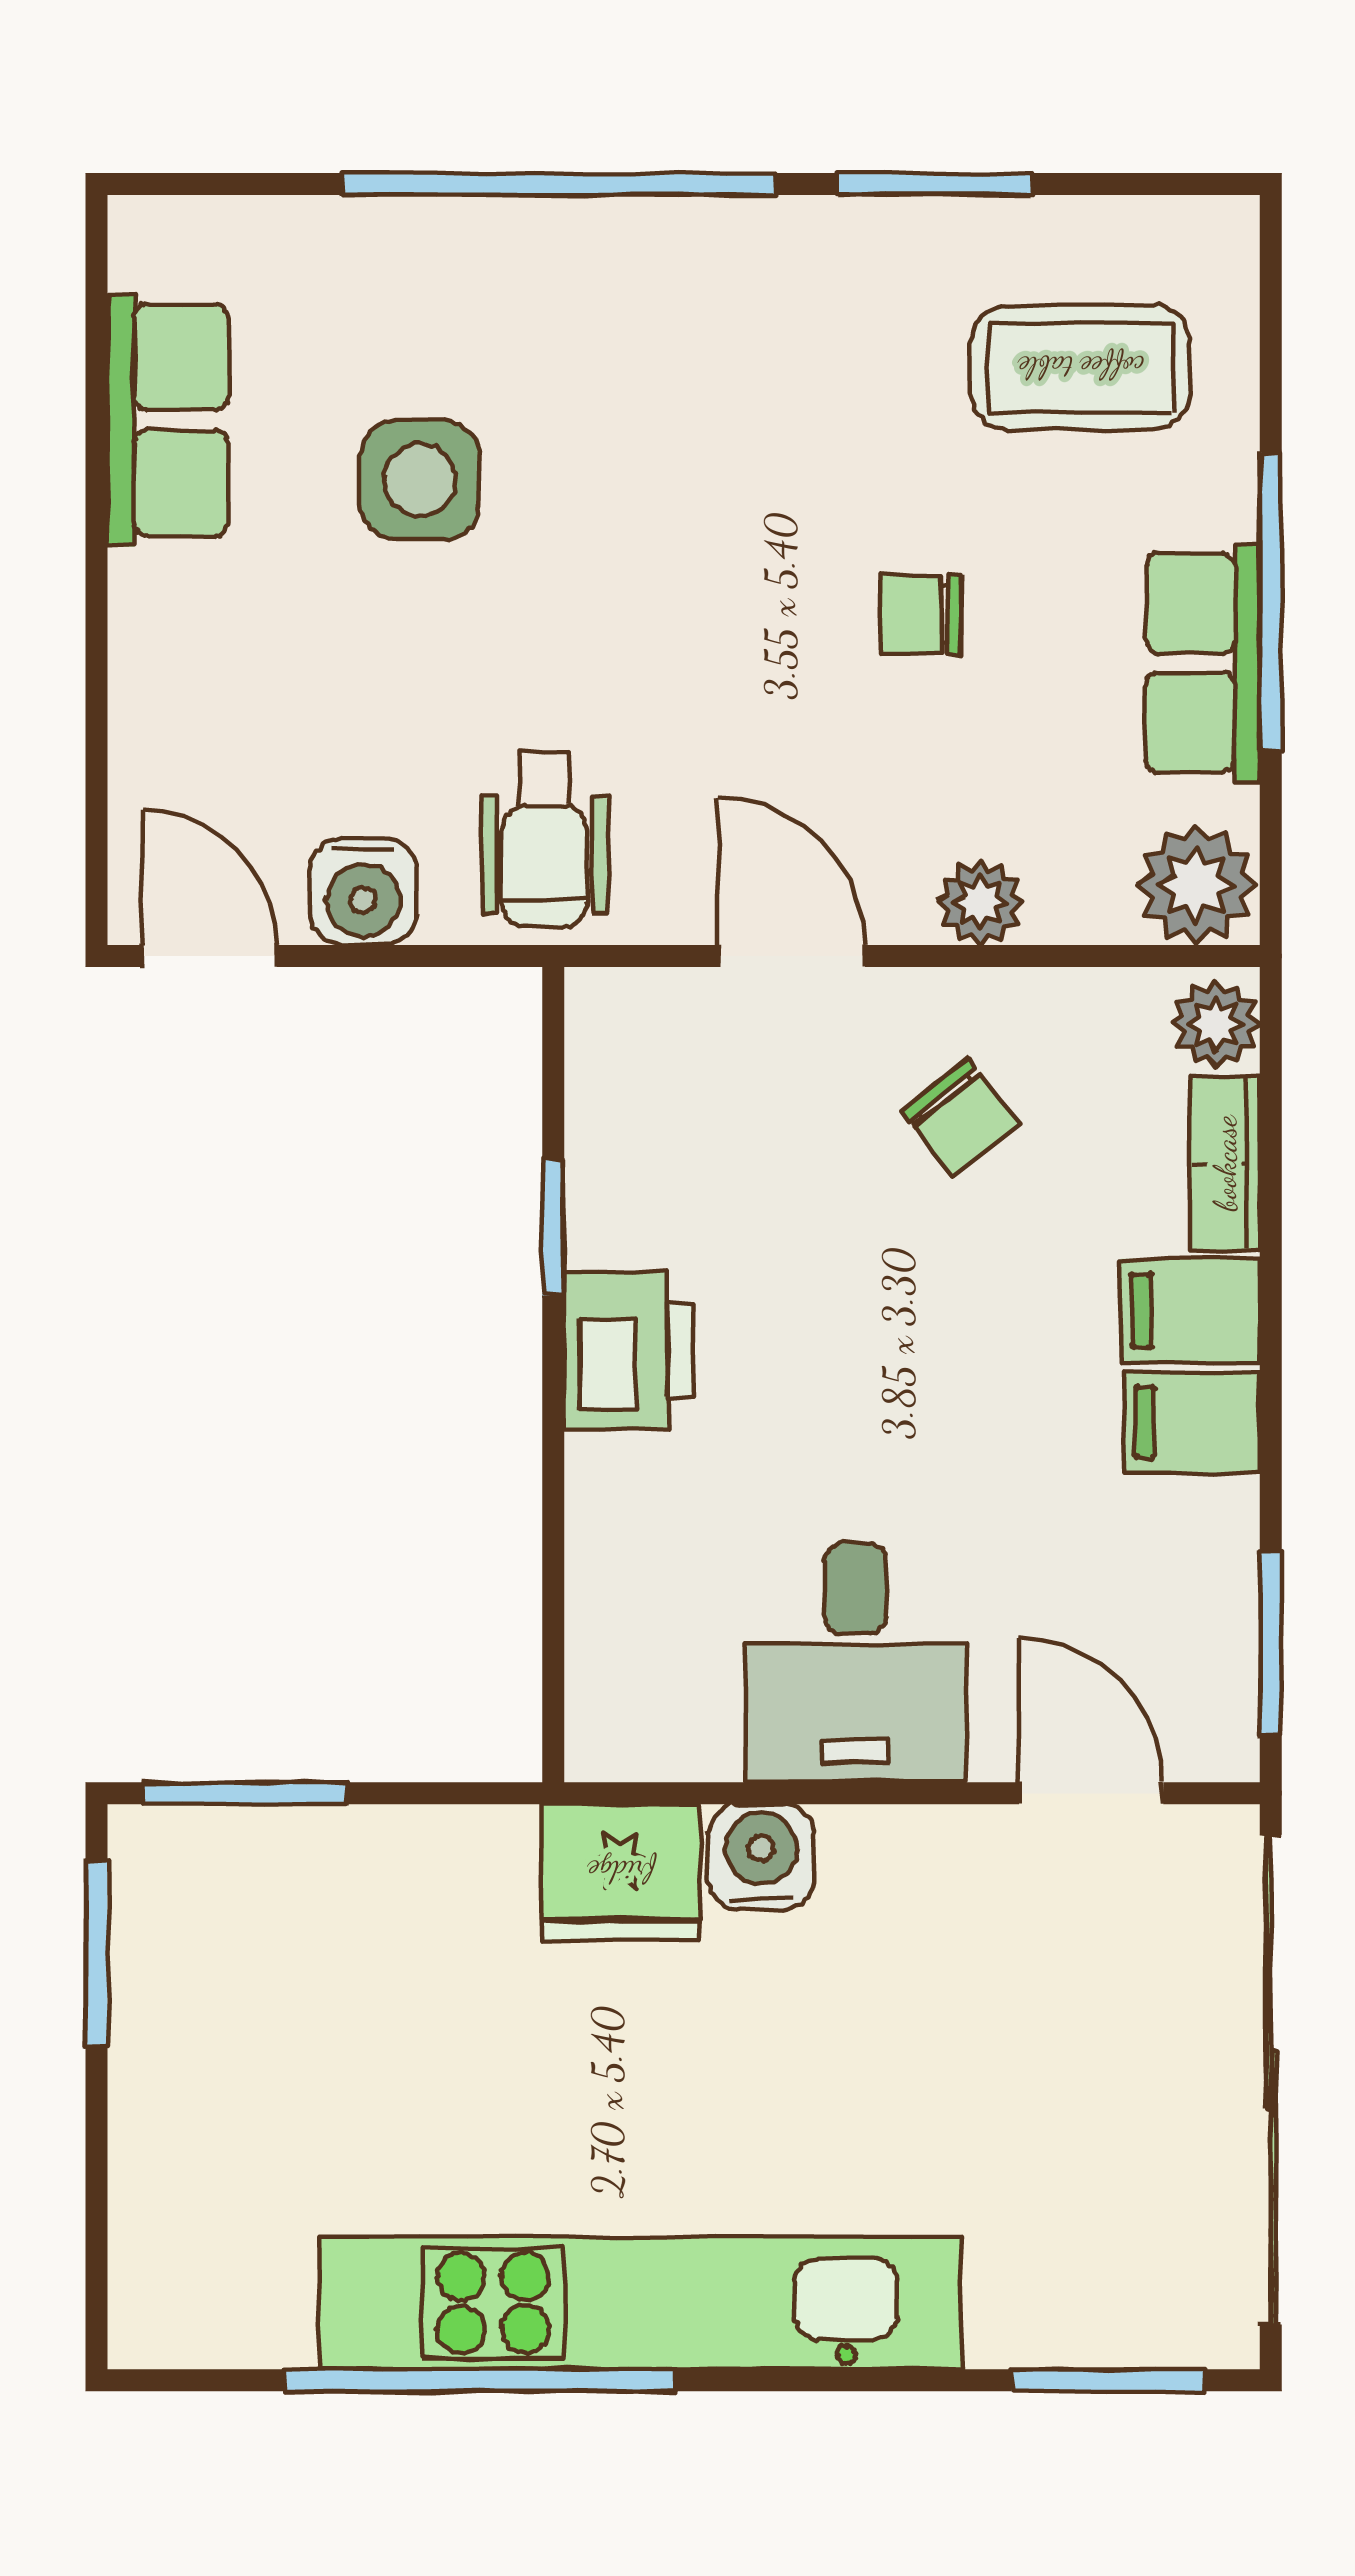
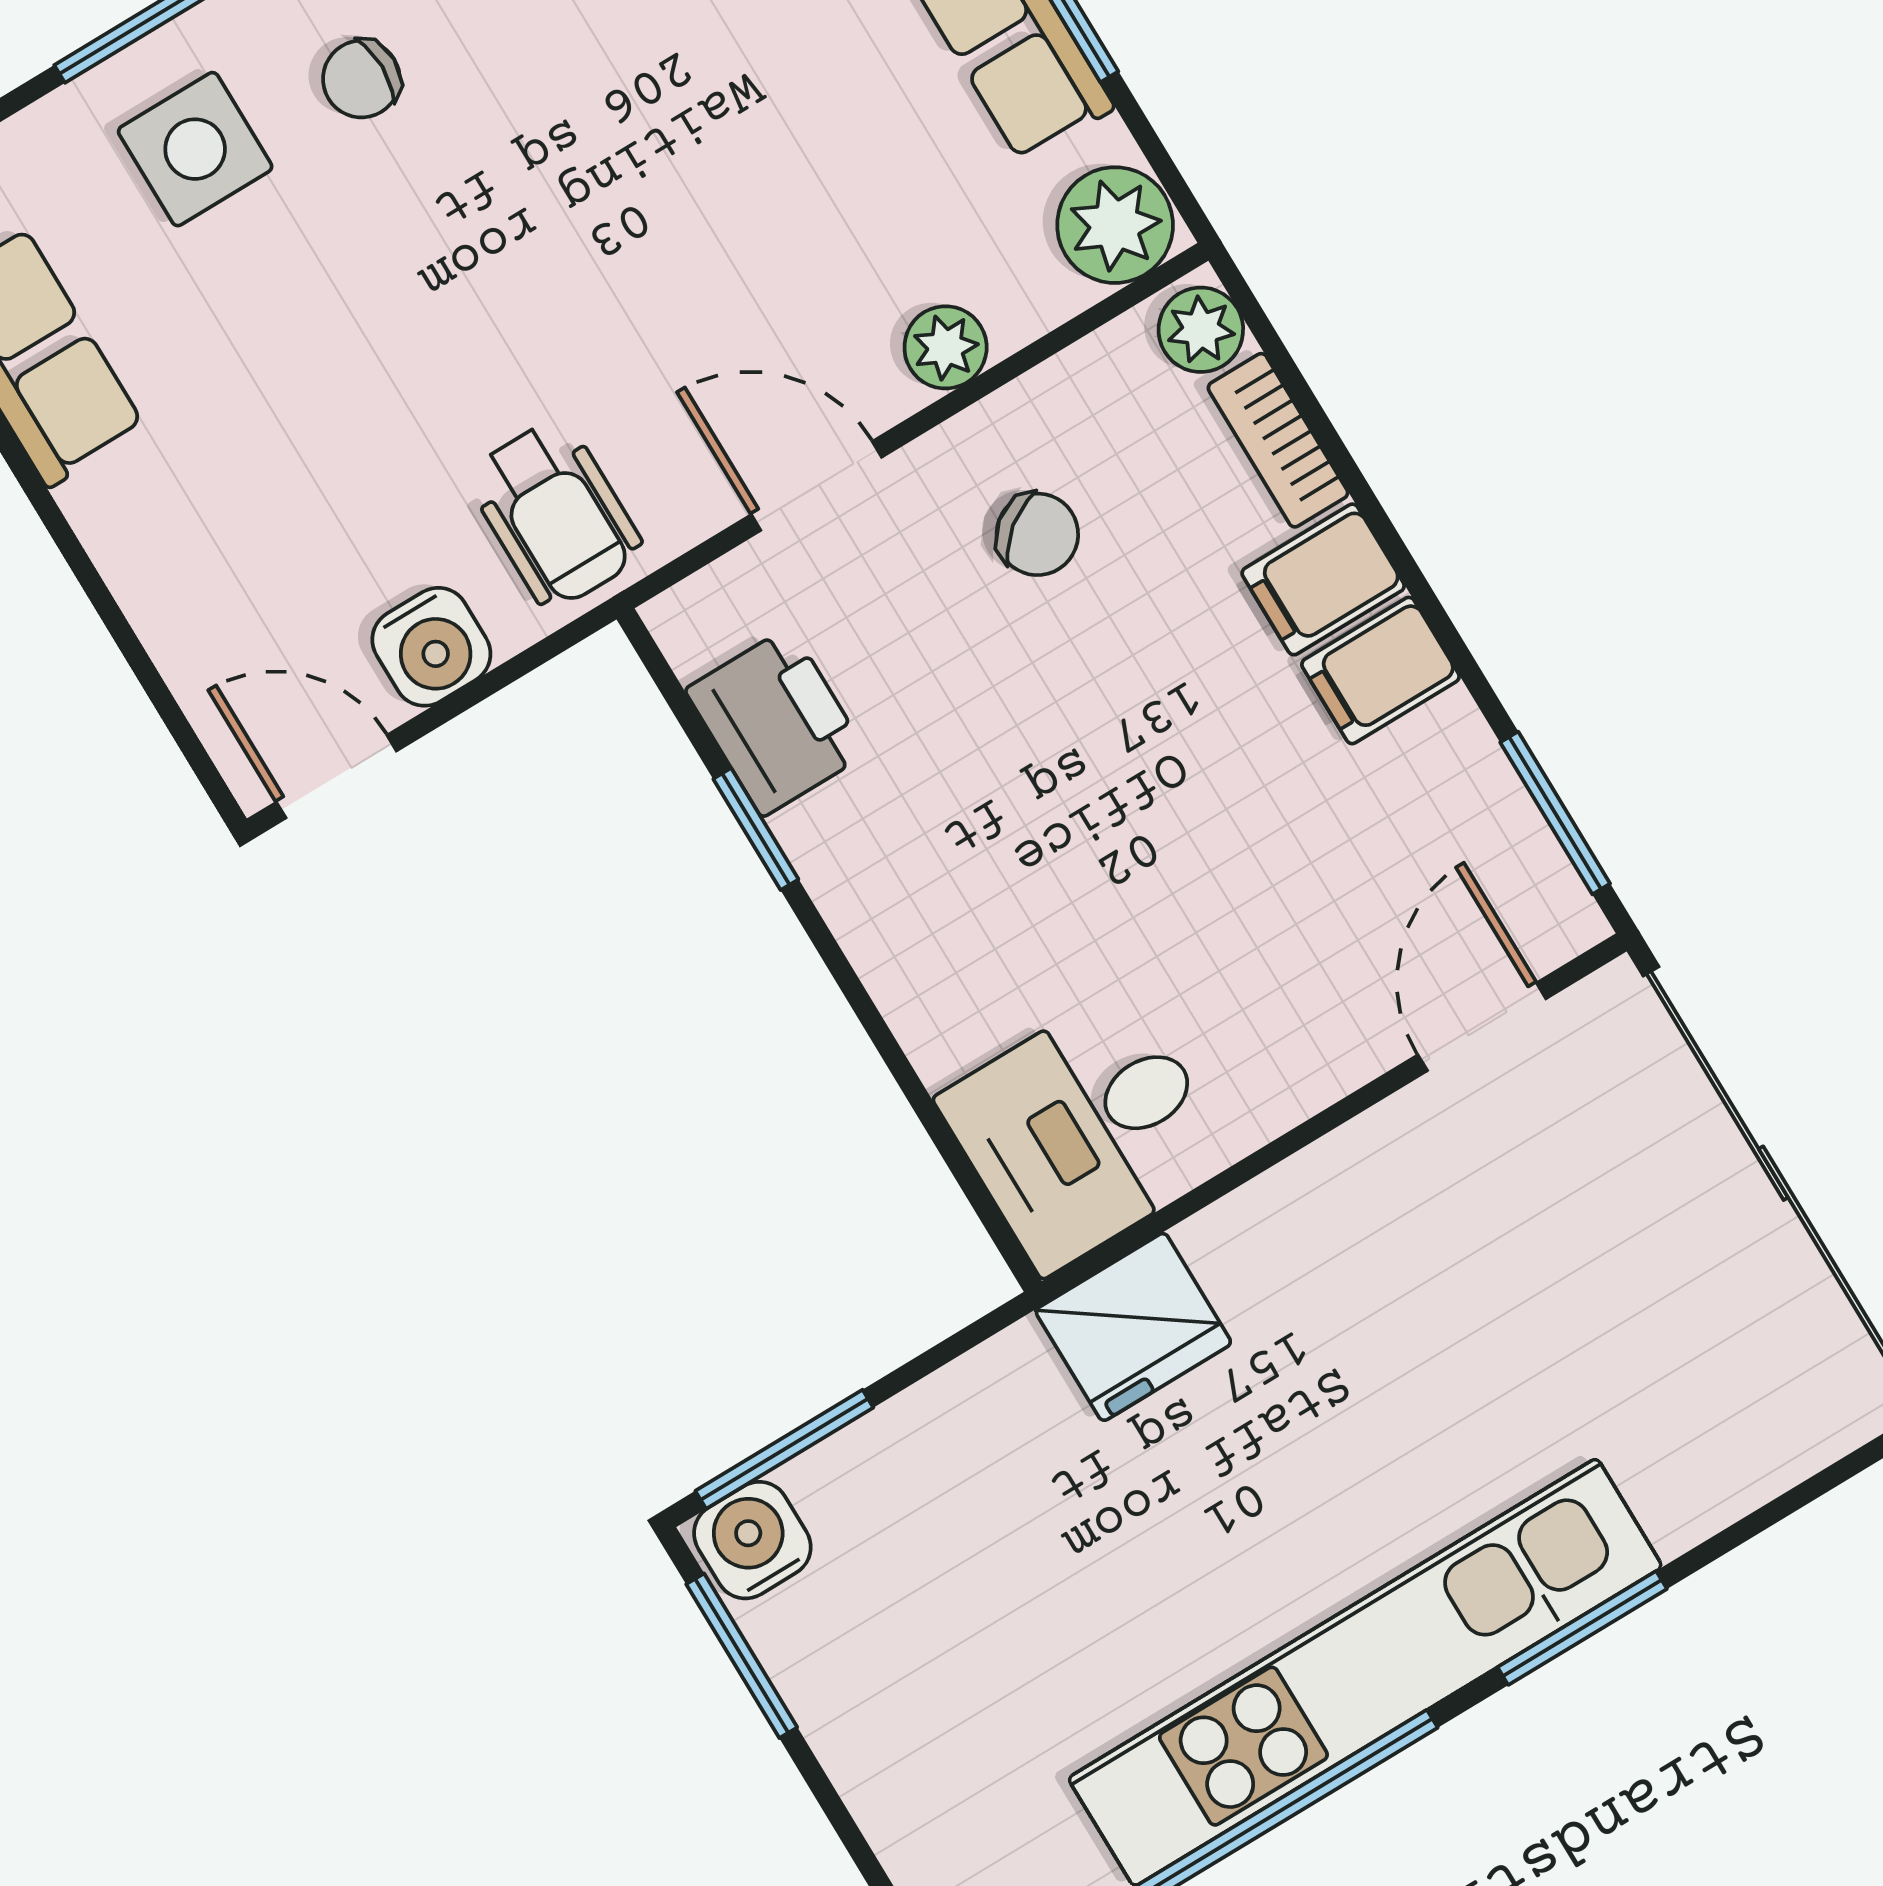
side table: (420, 480) -> (195, 149), moved
chair: (921, 615) -> (361, 79), moved
printer: (629, 1350) -> (776, 722), moved
desk: (855, 1663) -> (1085, 1130), moved, turned 90
door: (1091, 1793) -> (1482, 1027), hinge flipped
water cooler: (761, 1857) -> (752, 1540), moved
window: (1108, 2380) -> (1582, 1628), moved

